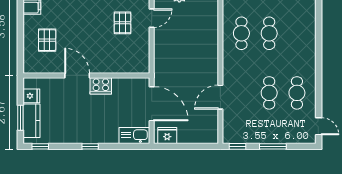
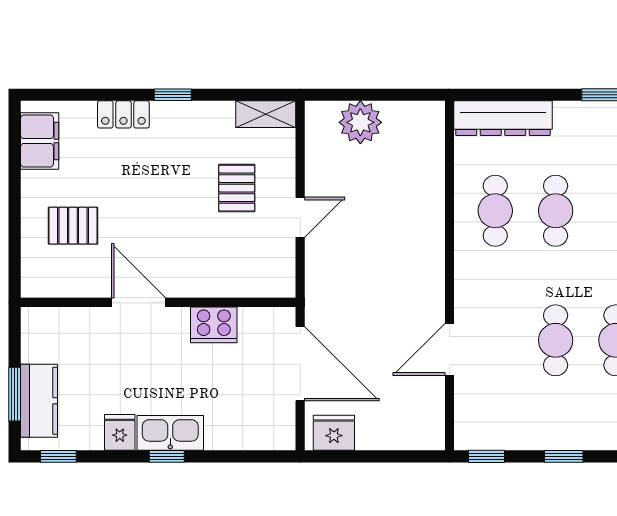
door: (152, 18) -> (300, 217), moved
pallet: (47, 40) -> (73, 226), turned 90
cooker: (101, 86) -> (214, 325), moved
fridge: (31, 96) -> (120, 432), moved, turned -90
kitchen sink: (134, 136) -> (170, 433), moved
window: (273, 146) -> (564, 456), width x0.67

